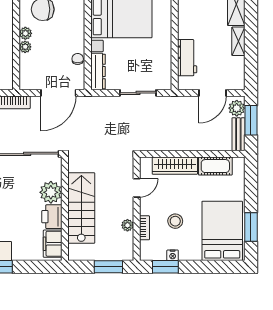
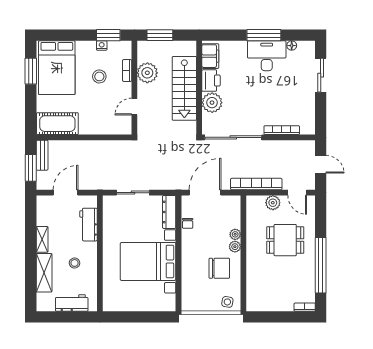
stool: (203, 15) -> (75, 263), added
plant: (237, 108) -> (44, 179), removed
wardrobe: (175, 166) -> (100, 127), removed
cot: (215, 166) -> (57, 124), width x1.37, depth x1.34
plant: (127, 225) -> (147, 73), width x1.88, depth x1.88

